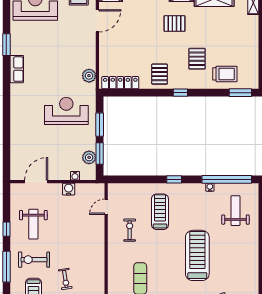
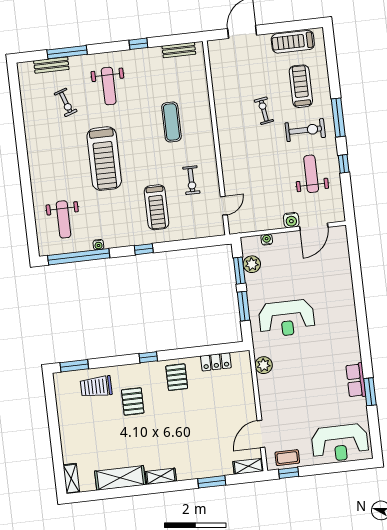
pallet: (174, 24) -> (166, 442), removed
row of seats: (17, 69) -> (356, 380), moved
locker: (120, 83) -> (216, 362), width x0.66
water cooler: (69, 189) -> (291, 220), moved

